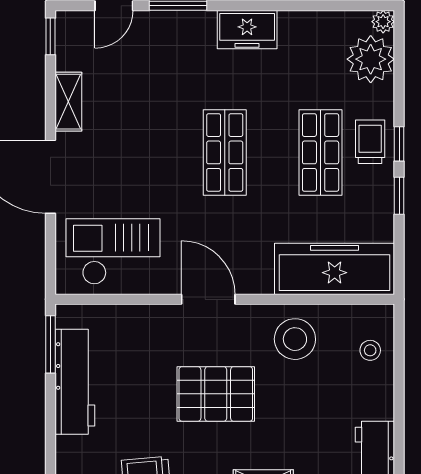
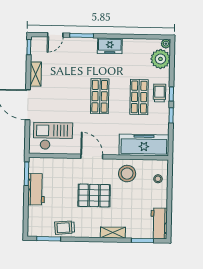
workbench: (75, 382) -> (36, 189), width x0.73

